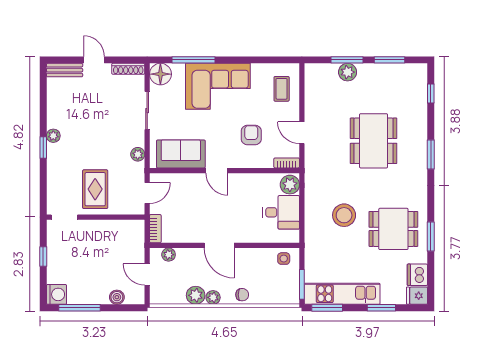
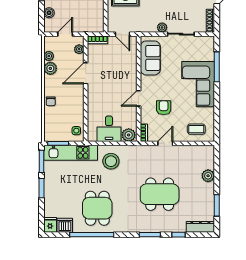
window: (347, 60) -> (217, 175), removed
floor lamp: (160, 74) -> (207, 44), removed
dresser: (420, 83) -> (200, 227), added
window: (431, 94) -> (178, 235), moved
armchair: (251, 135) -> (164, 108), turned -90
plant: (138, 154) -> (162, 27), moved
door: (217, 171) -> (139, 98), moved
stool: (344, 215) -> (111, 161), moved
window: (431, 237) -> (92, 235), width x2.11
door: (219, 245) -> (86, 73), moved
kitchen unit: (342, 294) -> (71, 153), moved, turned 90
plant: (213, 297) -> (49, 56), moved
window: (381, 308) -> (42, 188), moved

